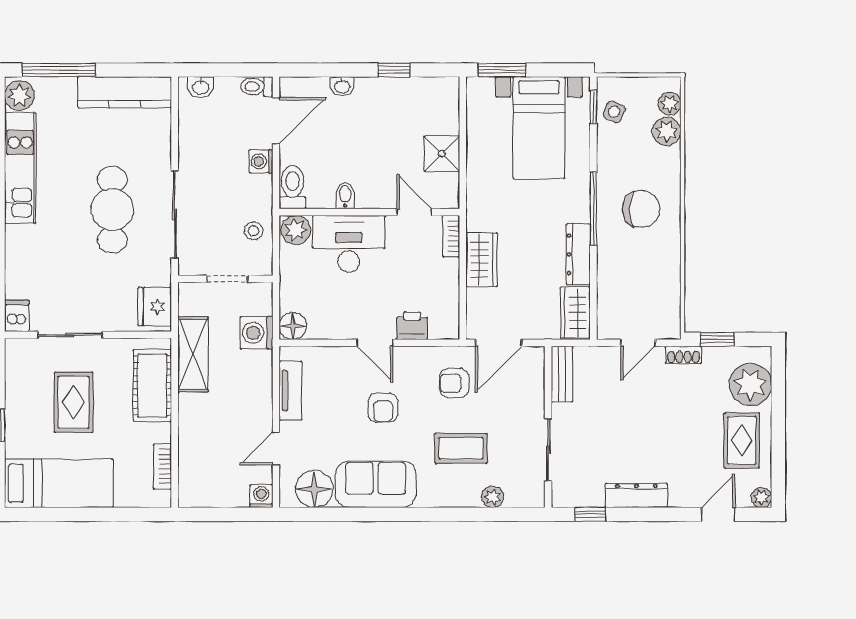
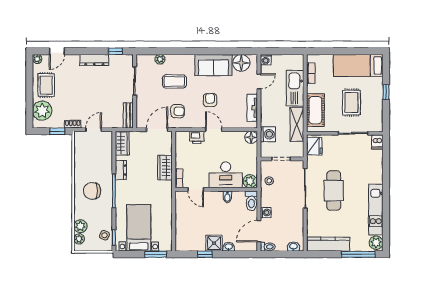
shower: (442, 154) -> (214, 243), moved
dresser: (578, 254) -> (121, 170), width x0.70
kitchen sink: (197, 434) -> (295, 88), added

